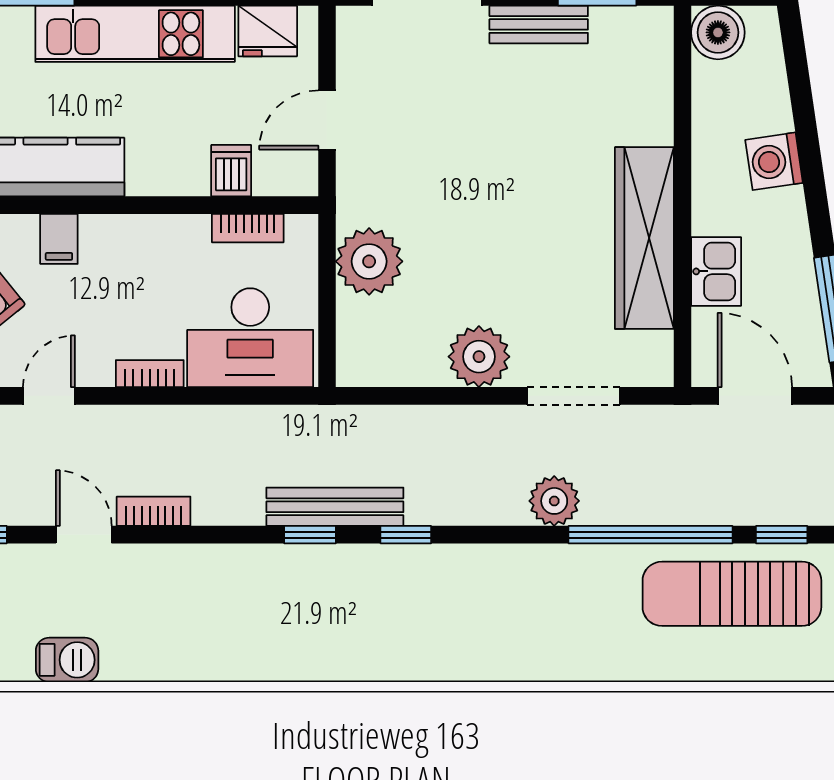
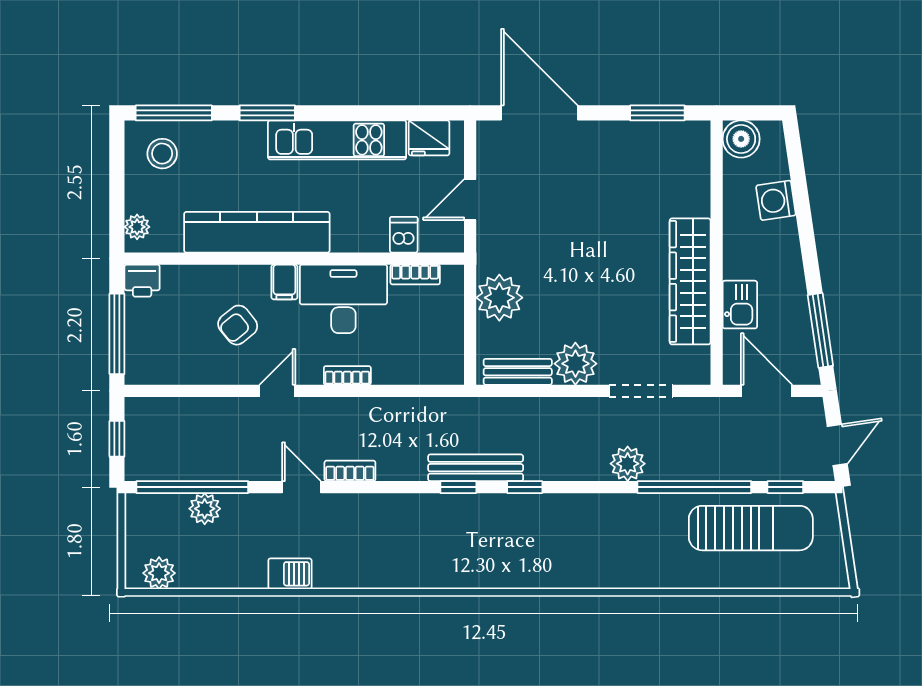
bench: (539, 24) -> (518, 372), moved
washing machine: (774, 161) -> (776, 200), moved
desk: (250, 338) -> (343, 299), moved, turned 180
sun lounger: (732, 594) -> (751, 528), turned 180

